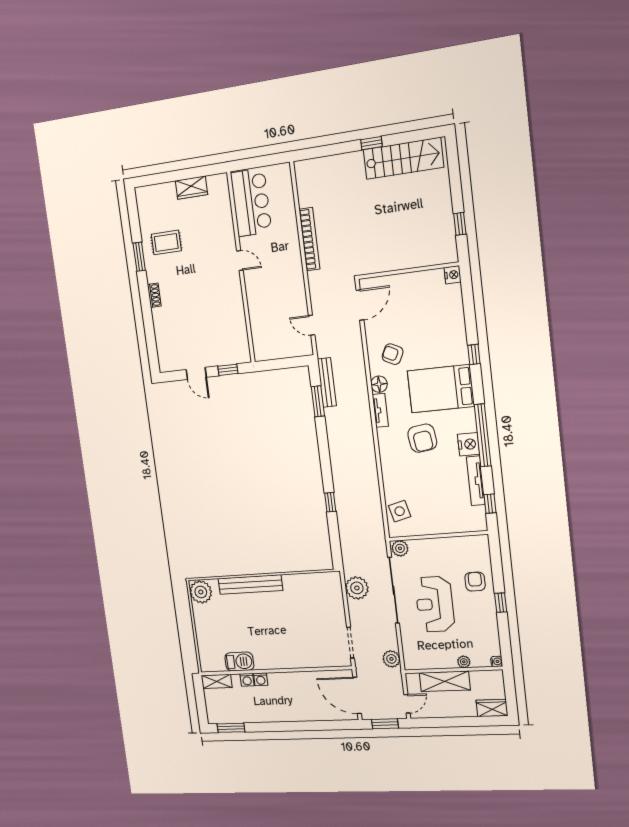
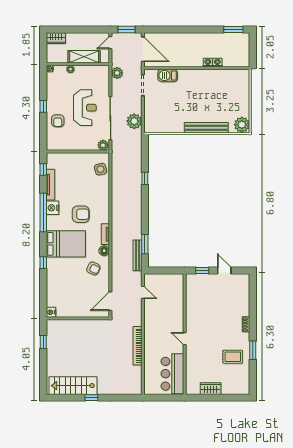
armchair: (422, 438) -> (81, 214), turned 98
barbecue: (239, 662) -> (168, 76), moved
shelving: (217, 681) -> (239, 62), removed

